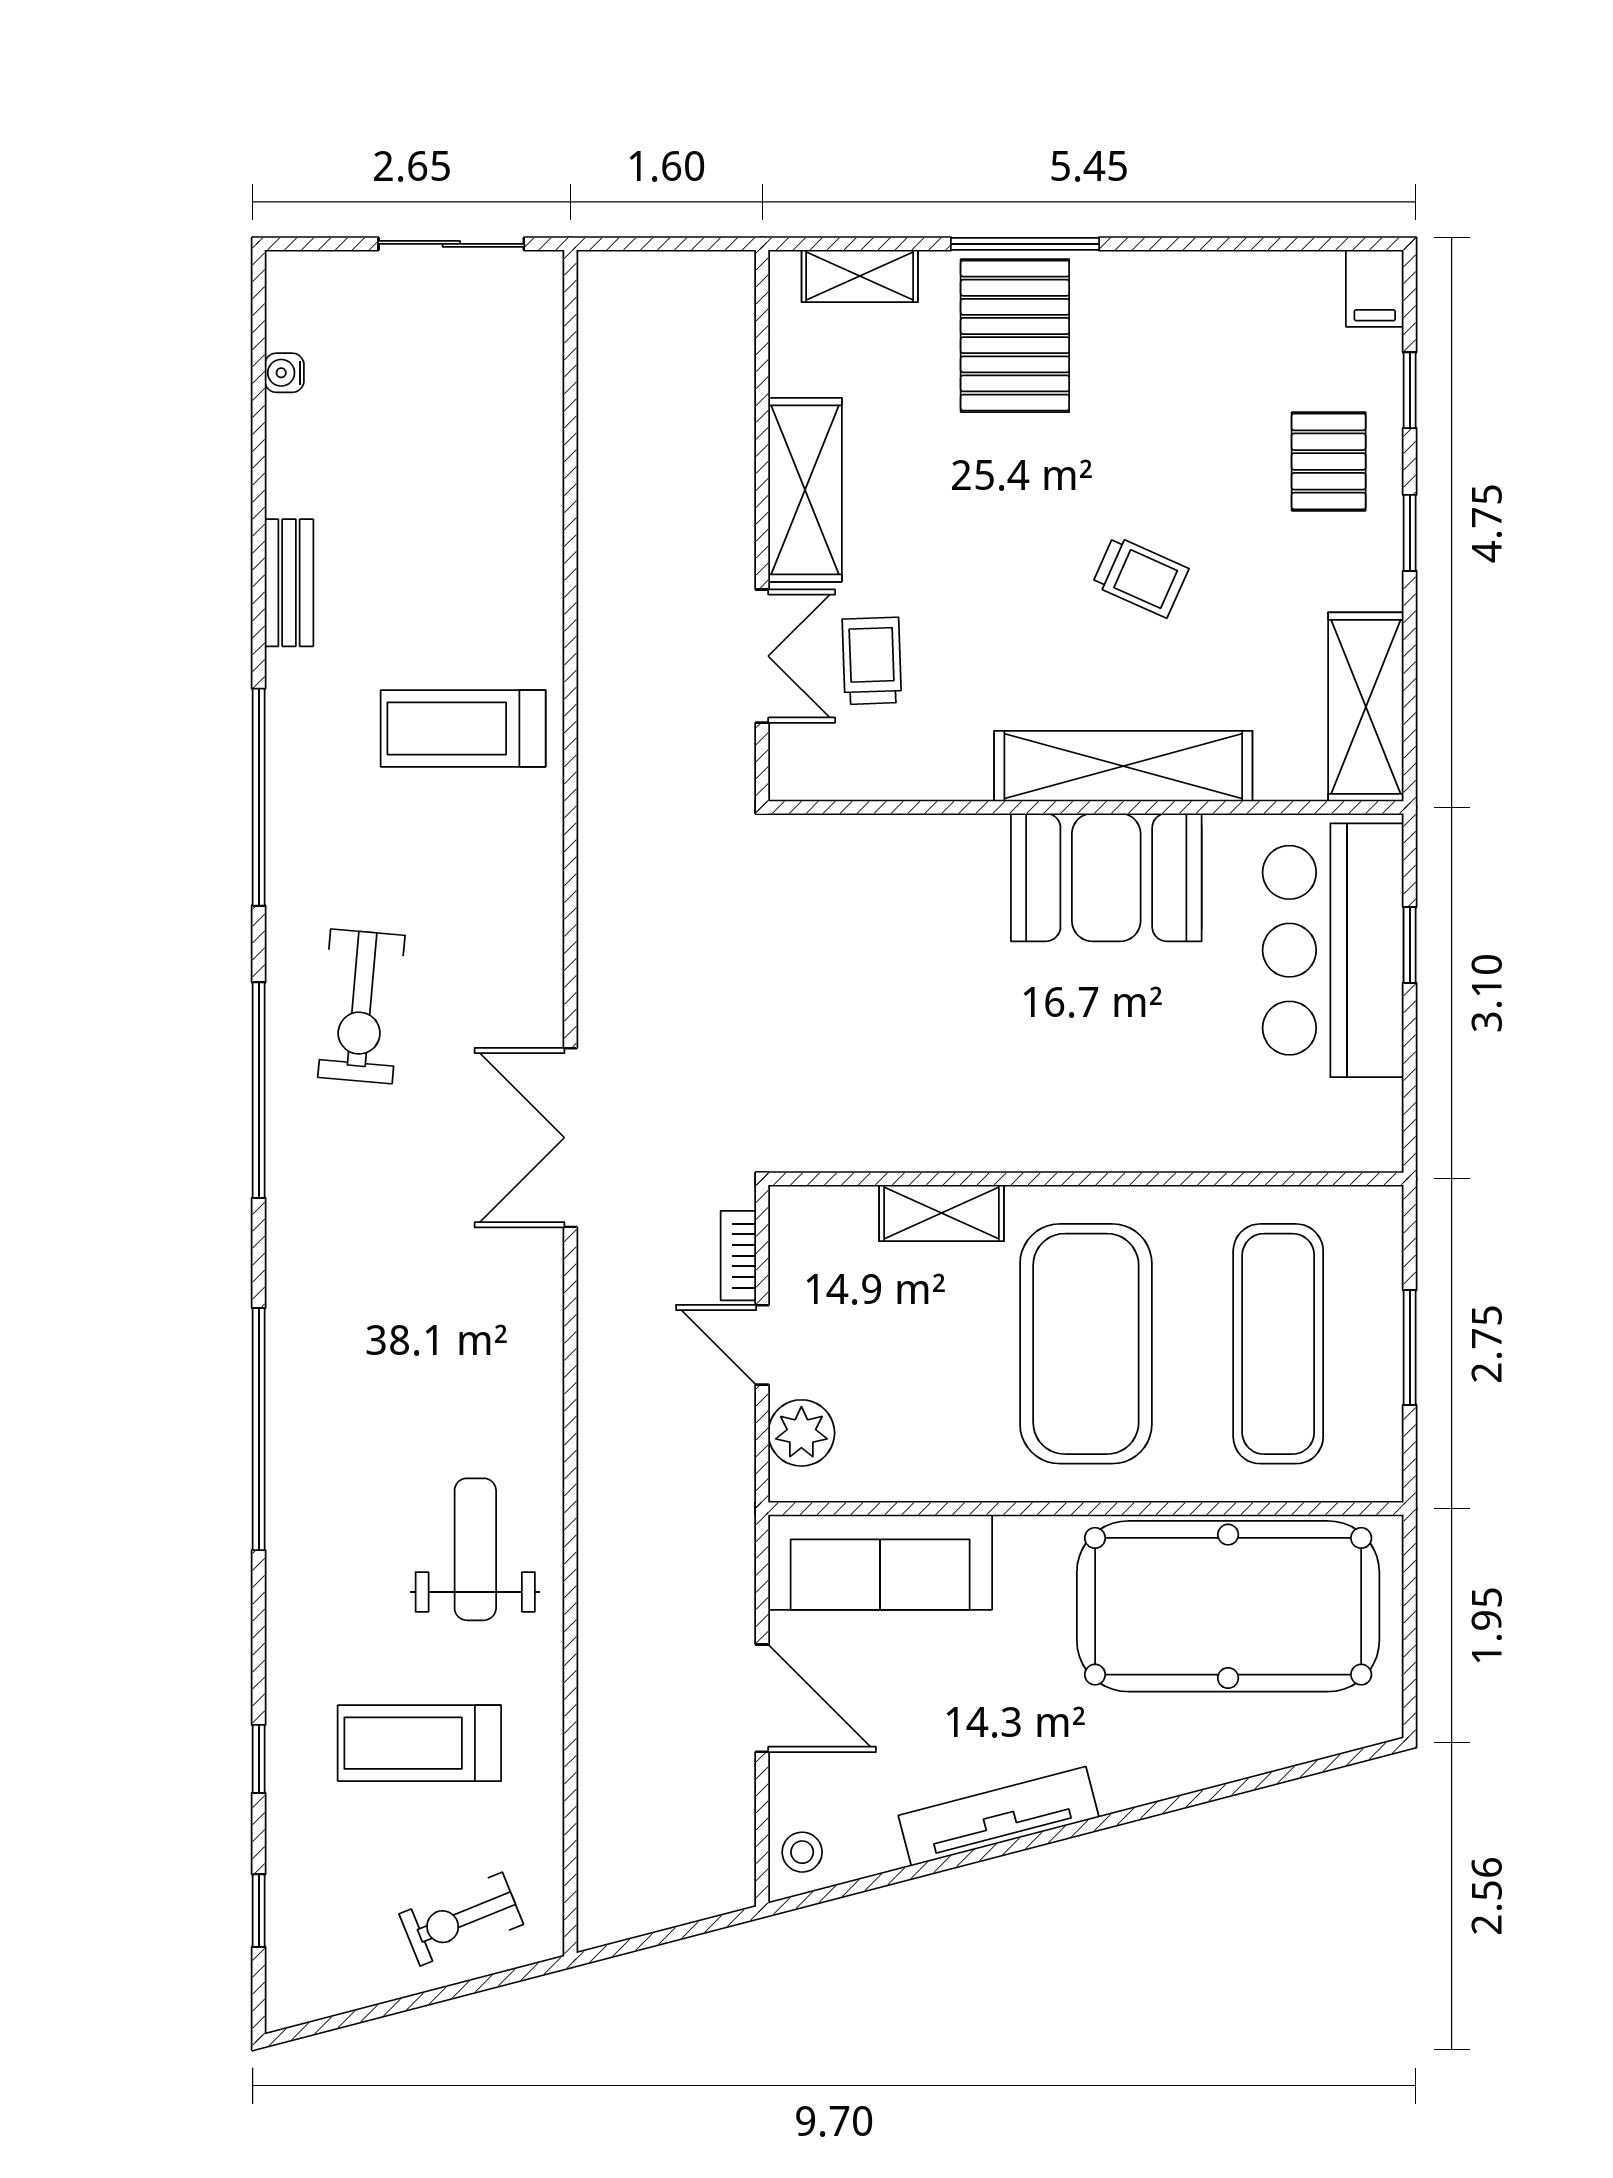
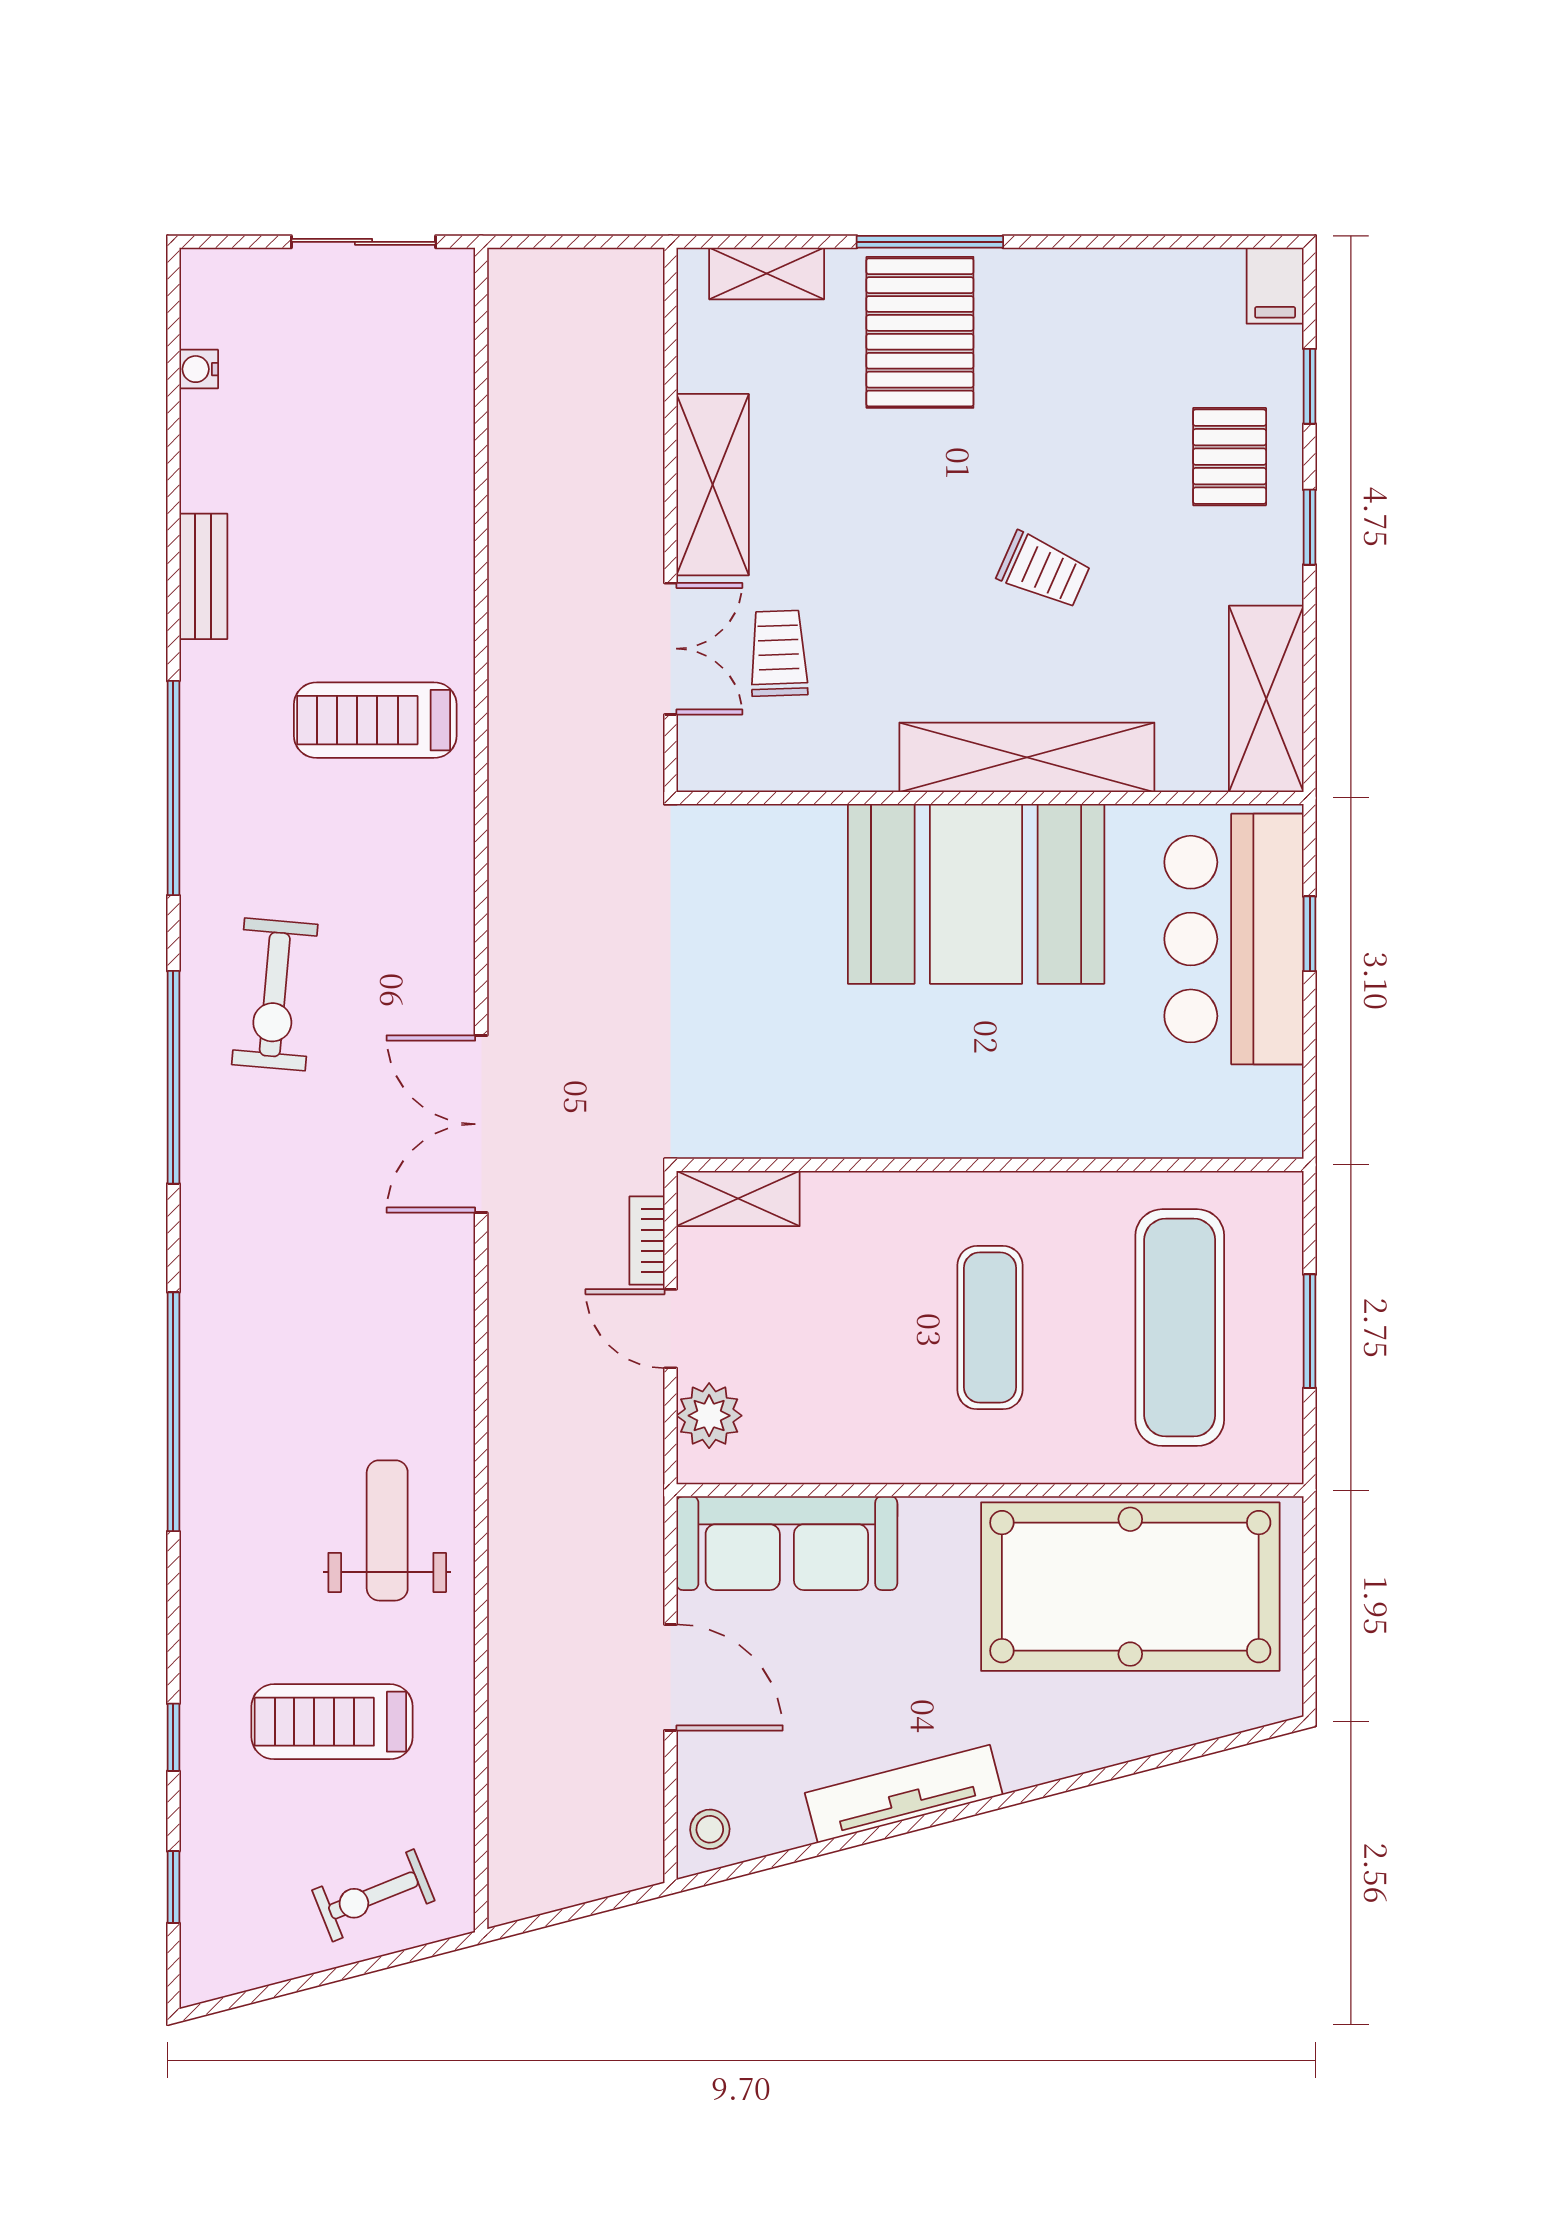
booth: (1106, 877) -> (976, 894), width x1.36, depth x1.42
shelving: (941, 1213) -> (738, 1198), moved
exercise mat: (1086, 1344) -> (990, 1328), width x0.50, depth x0.69

